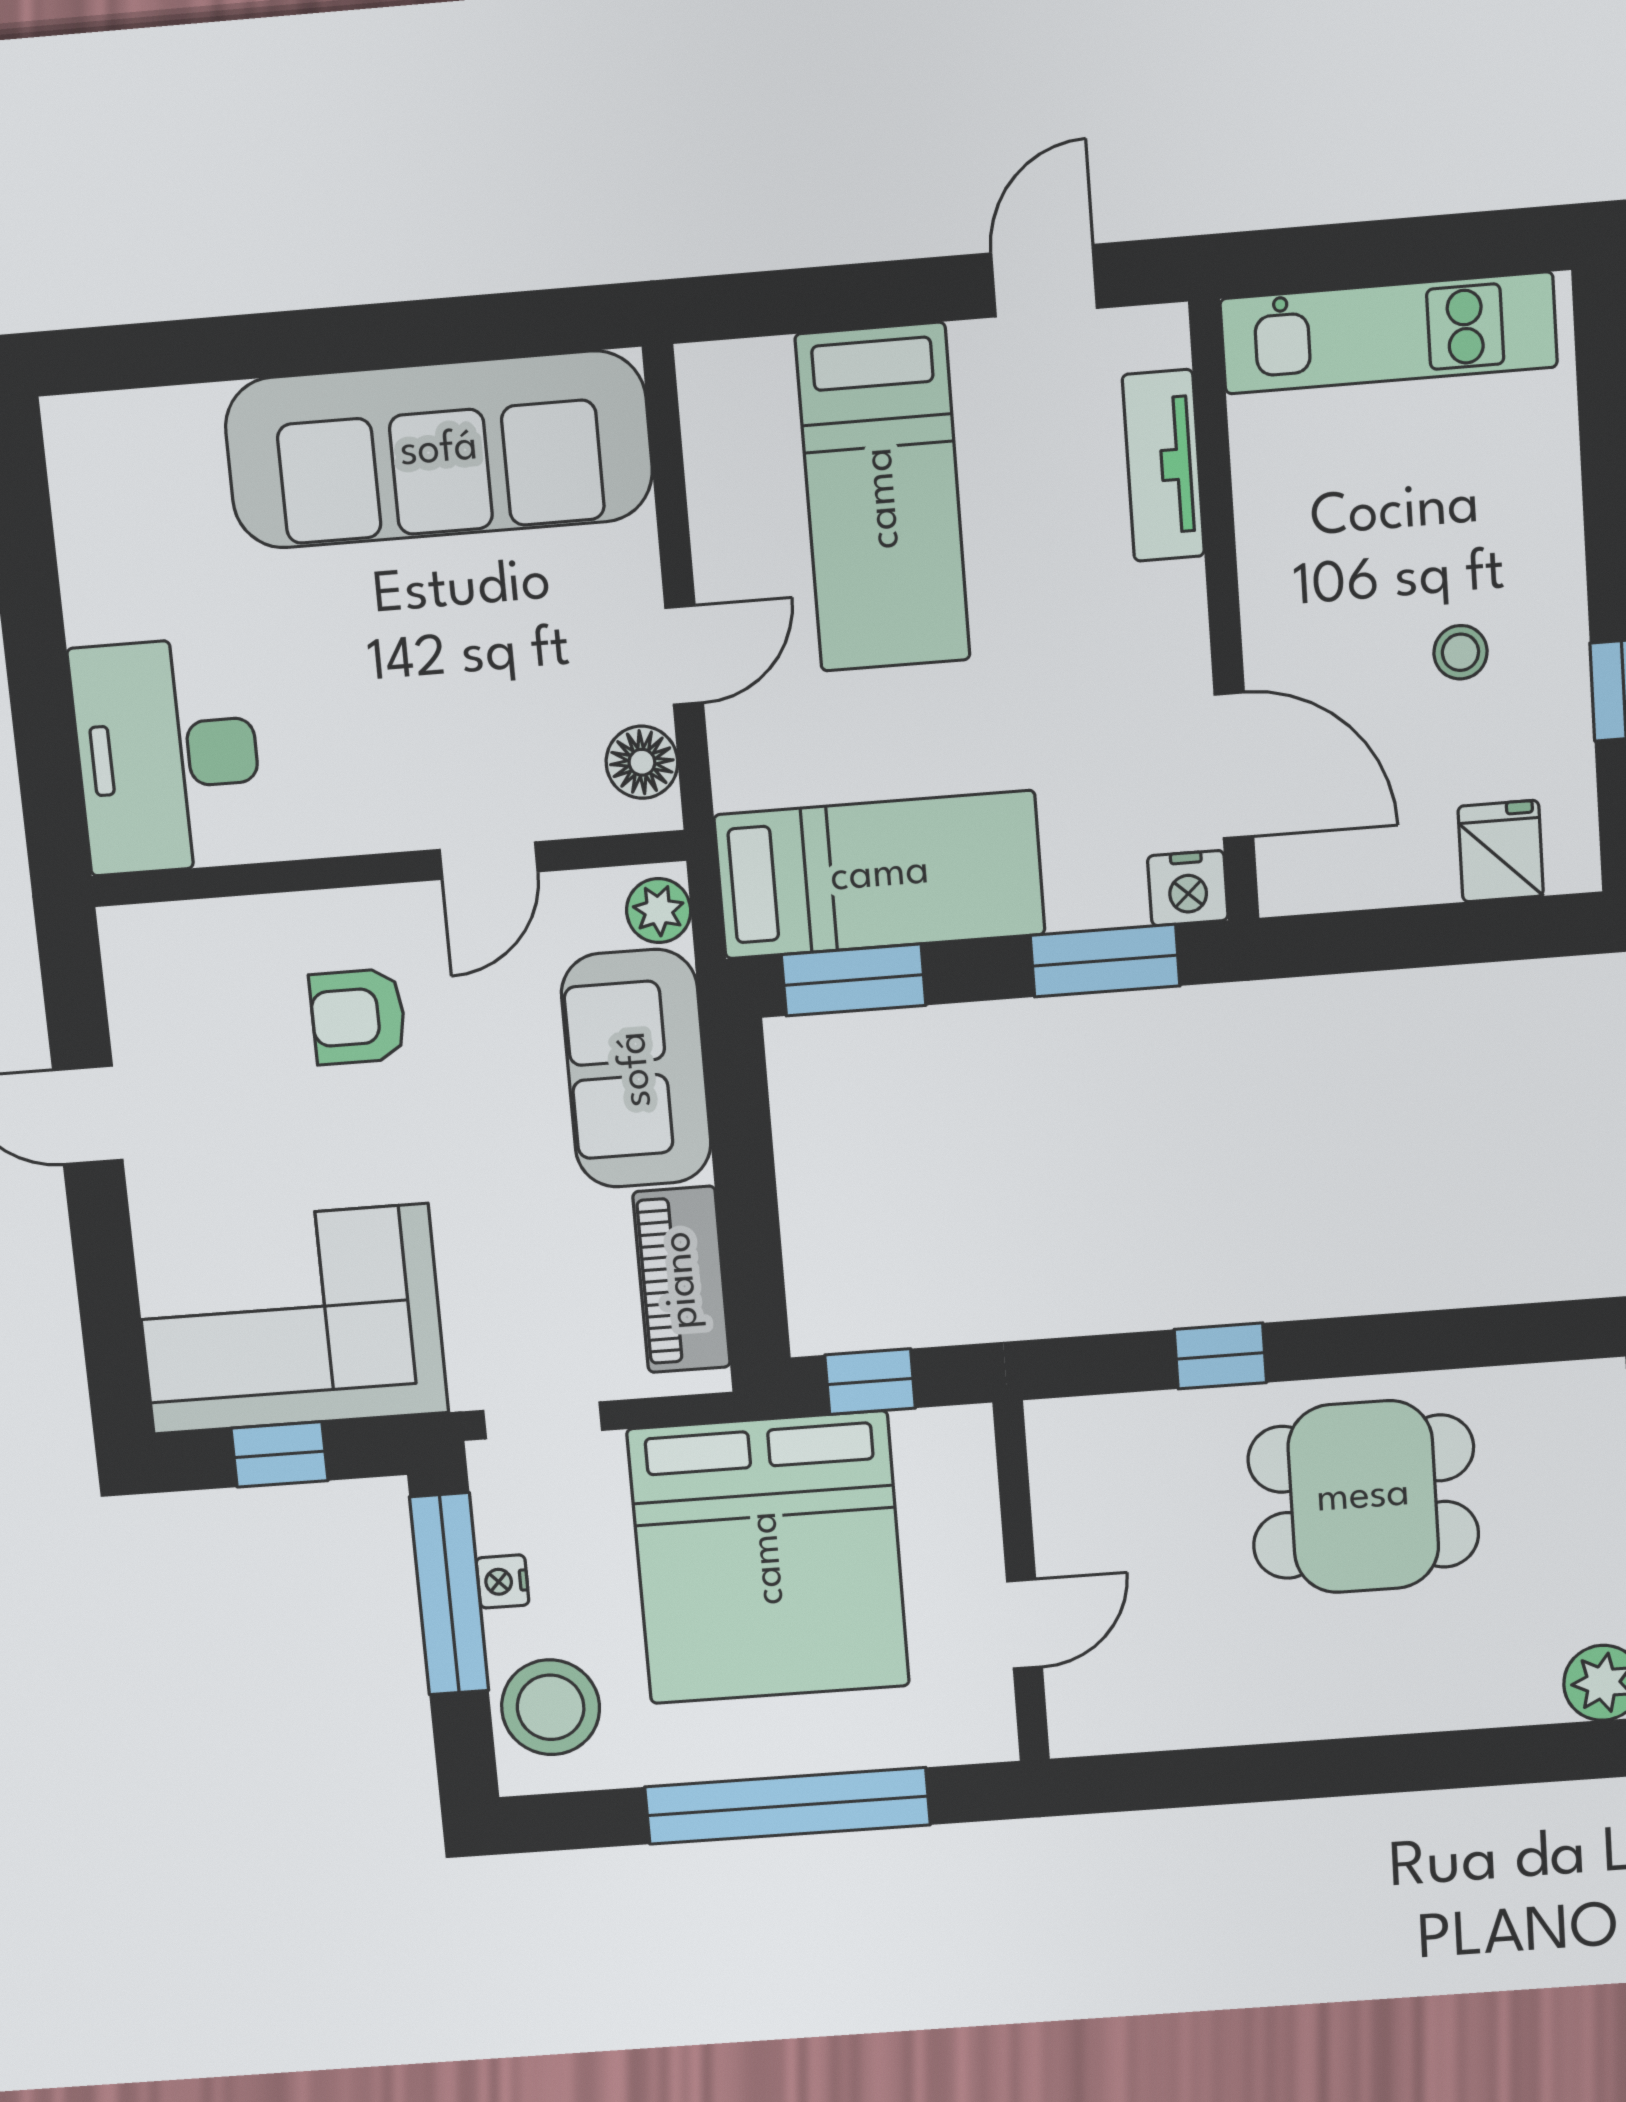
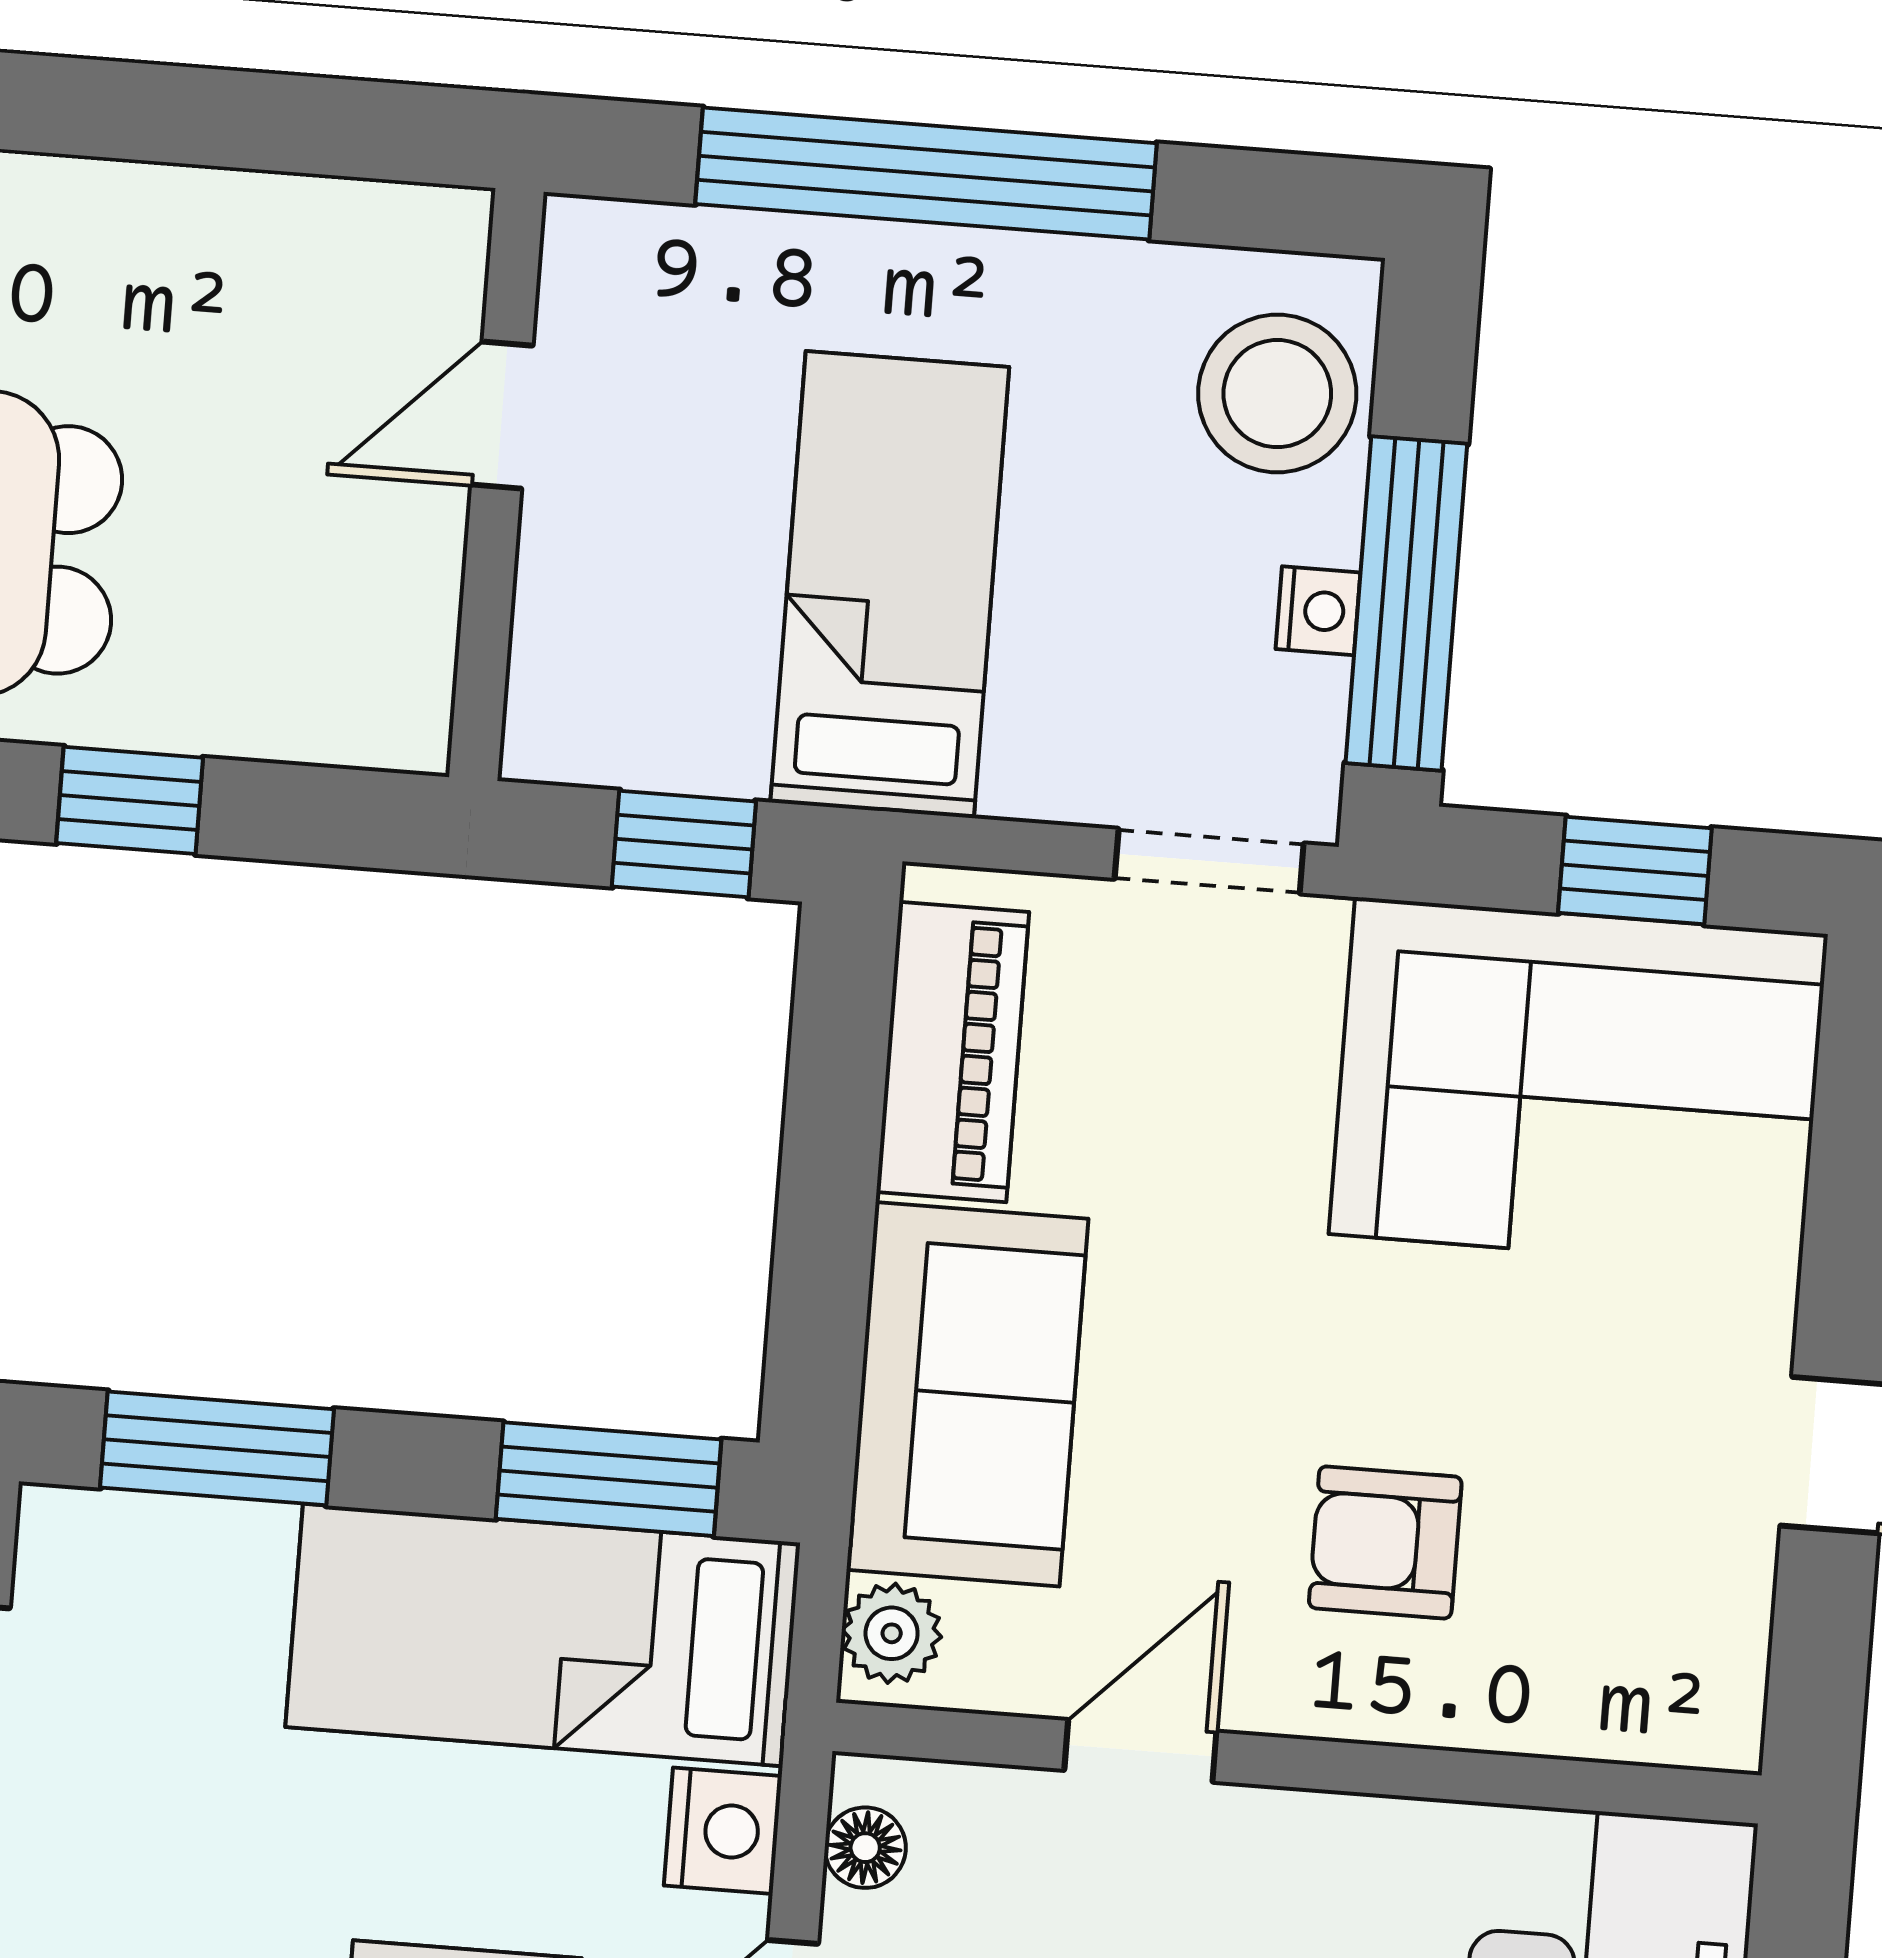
floor lamp: (642, 762) -> (865, 1848), width x0.73, depth x0.73
nightstand: (1188, 888) -> (723, 1831), moved, turned 90
armchair: (358, 1017) -> (1385, 1542), turned 180
bed: (768, 1558) -> (890, 585), width x0.49

